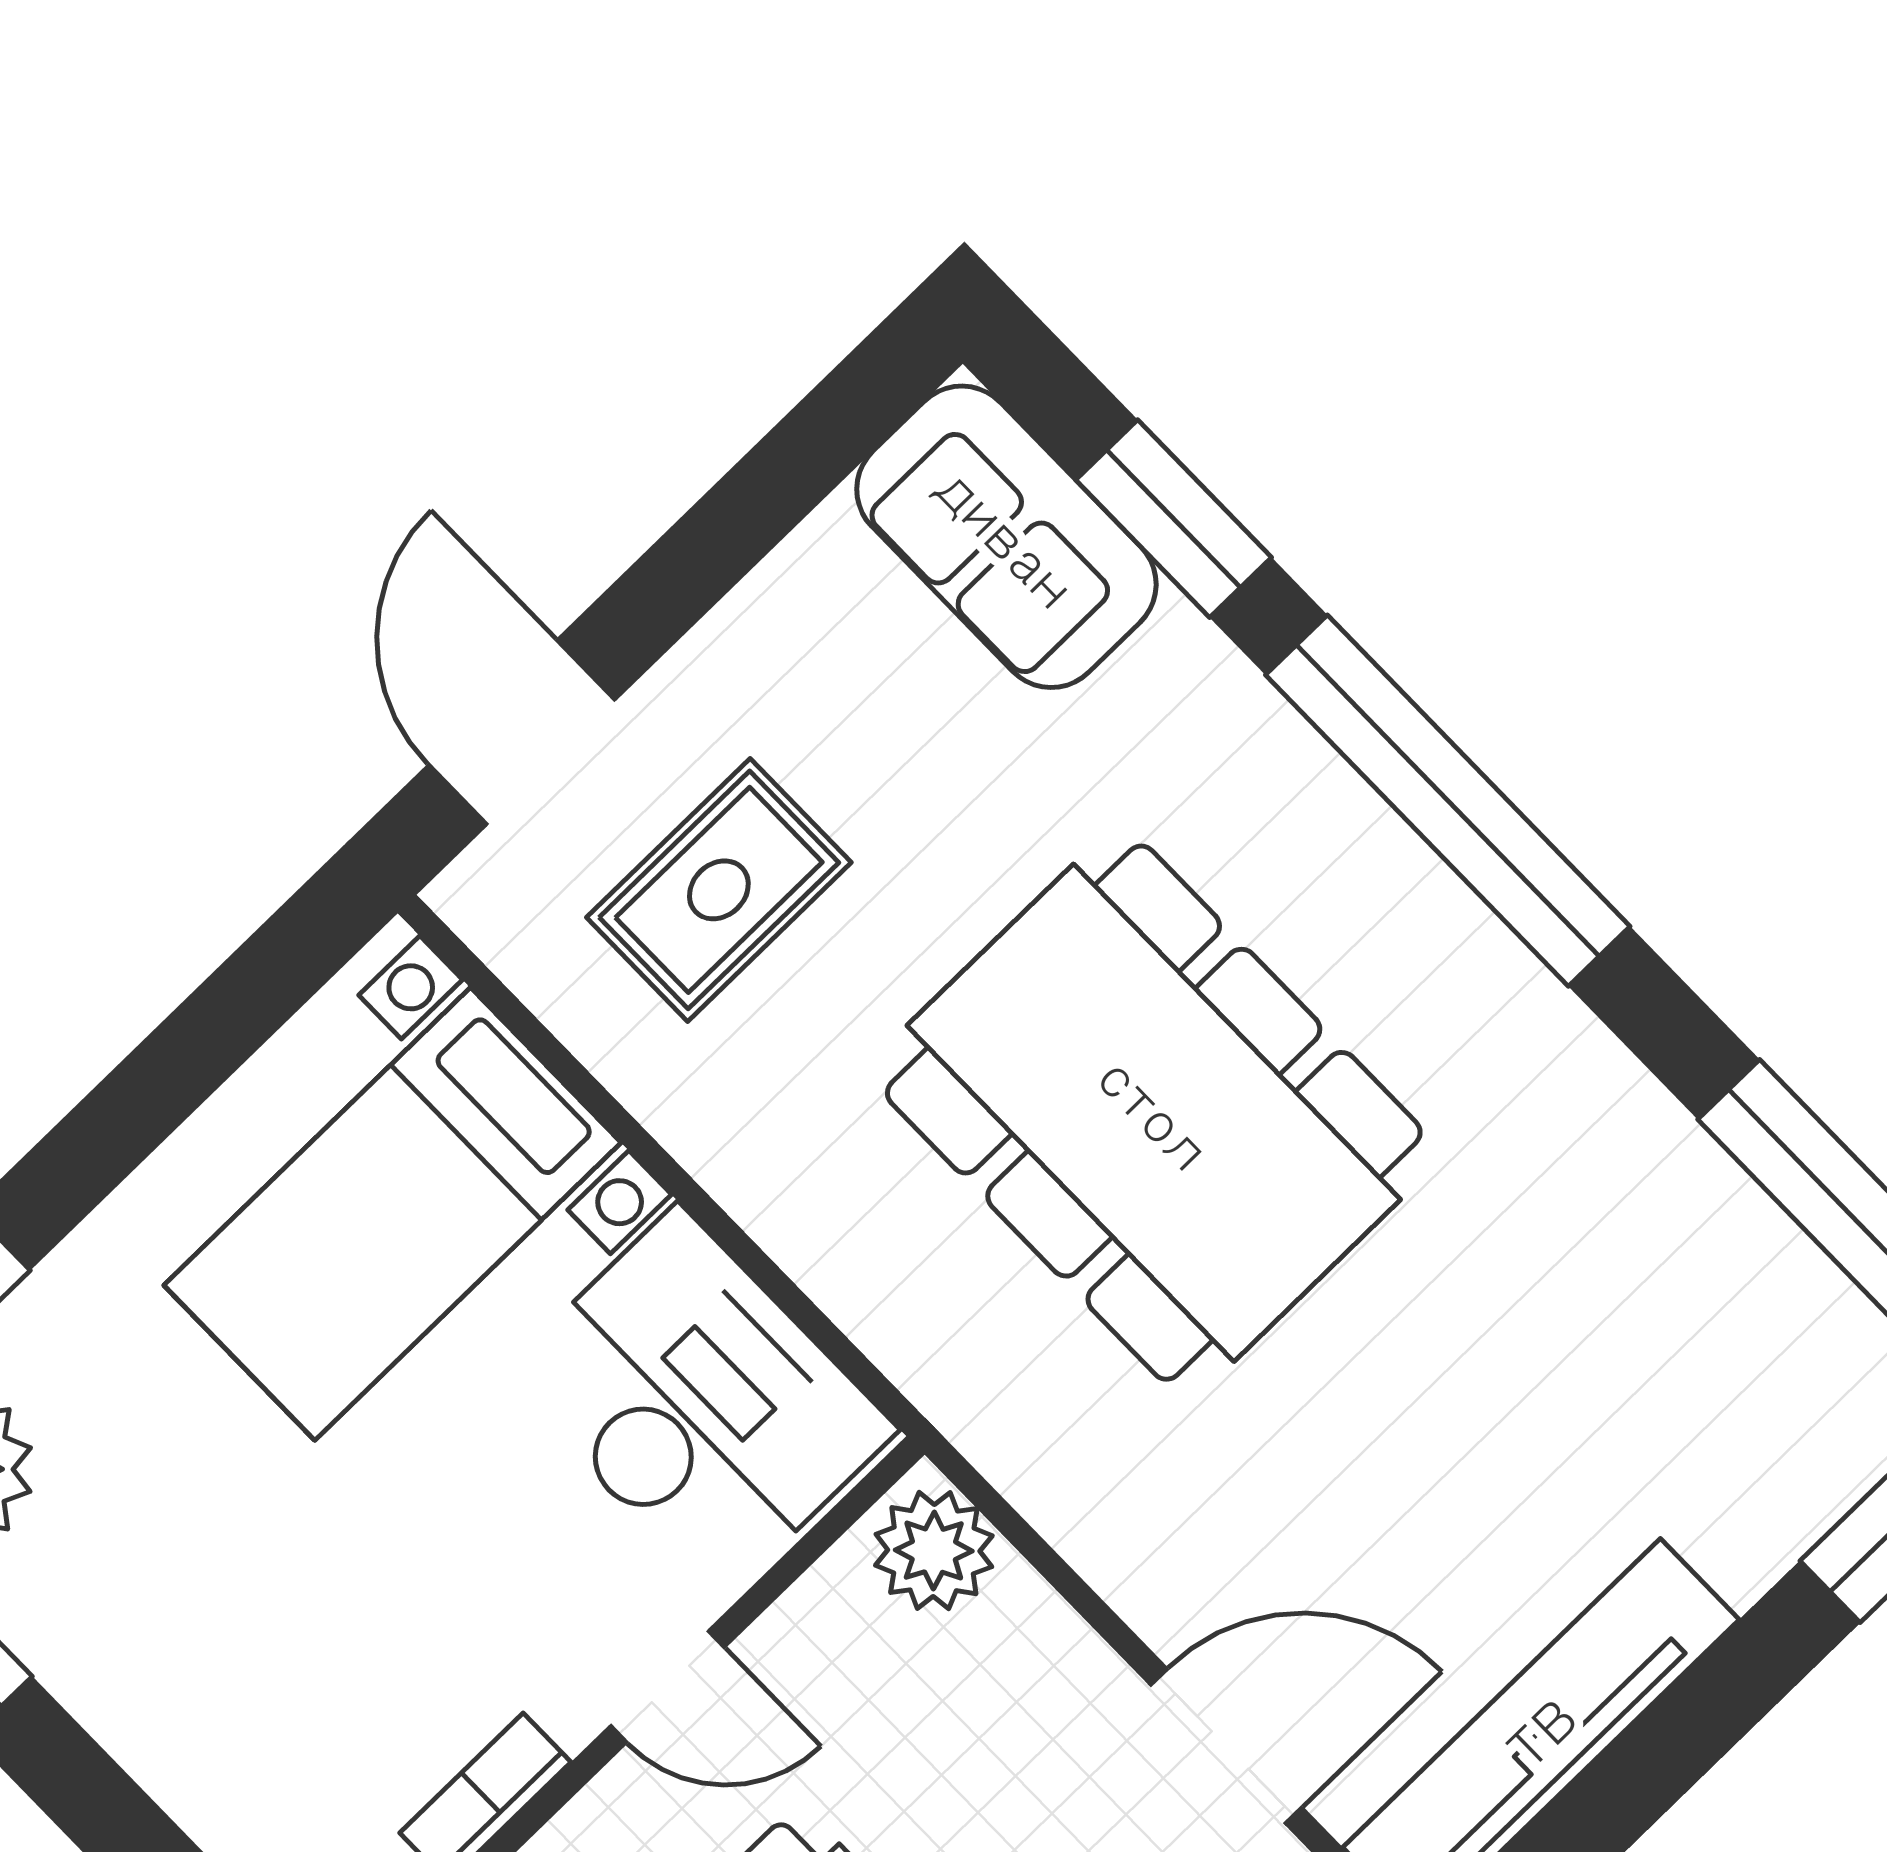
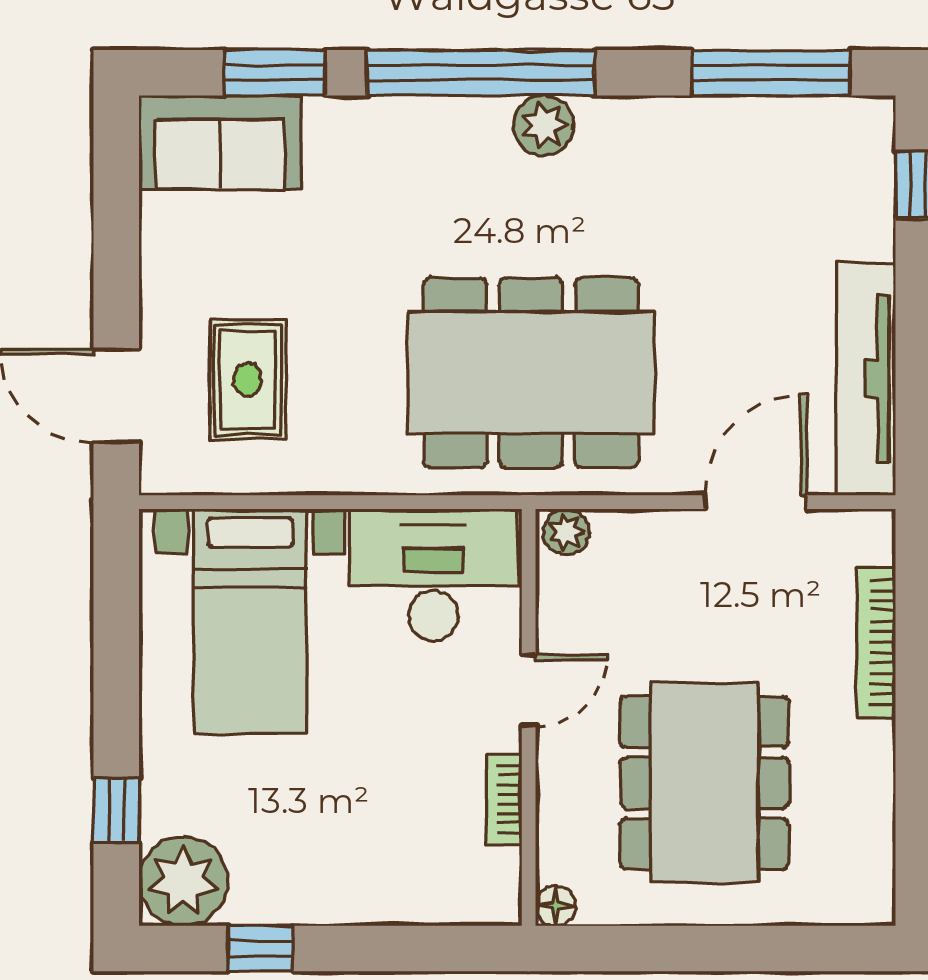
plant: (1460, 956) -> (544, 125), added
dining table: (1154, 1113) -> (531, 373), moved
plant: (934, 1551) -> (566, 532), width x0.73, depth x0.73

